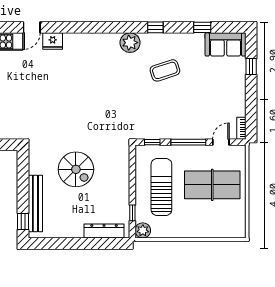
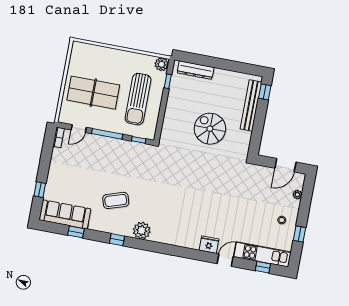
sofa: (225, 44) -> (65, 214), width x1.36

